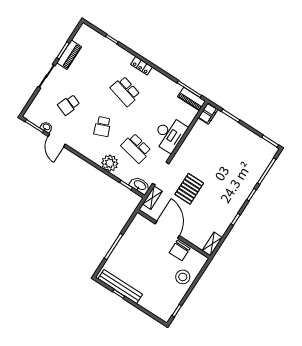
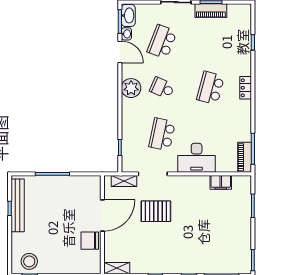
school desk: (69, 105) -> (162, 42), width x1.85
filing cabinet: (208, 114) -> (221, 182), moved
school desk: (102, 126) -> (162, 88), turned 45
door: (57, 140) -> (120, 52), swing flipped
plant: (110, 163) -> (131, 88), moved
washbasin: (140, 185) -> (128, 15), moved
stool: (183, 277) -> (29, 261), moved

